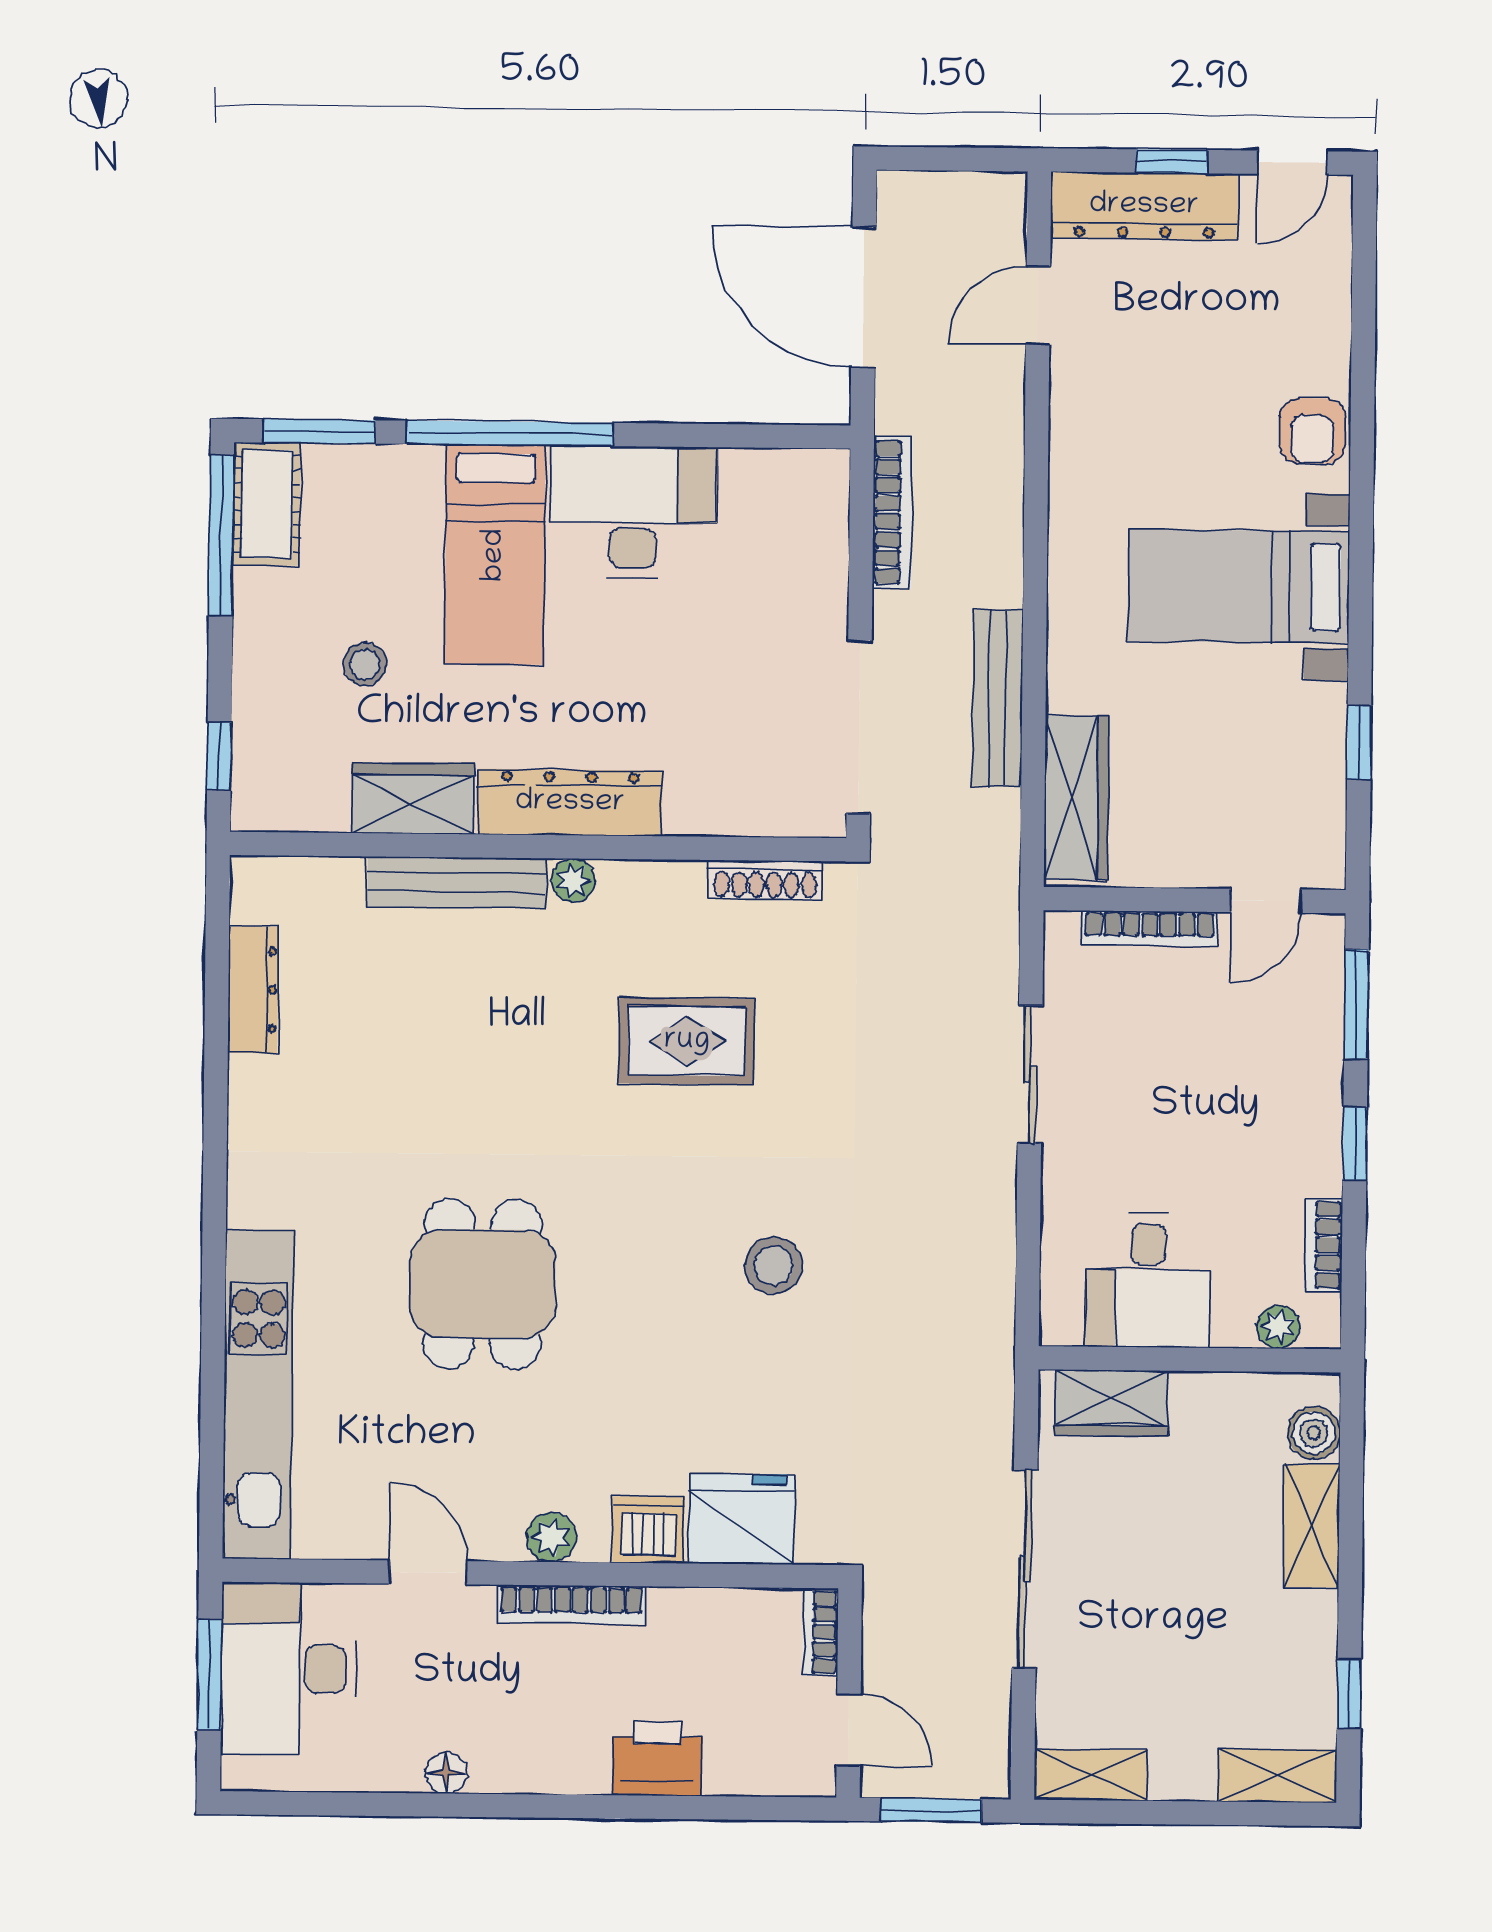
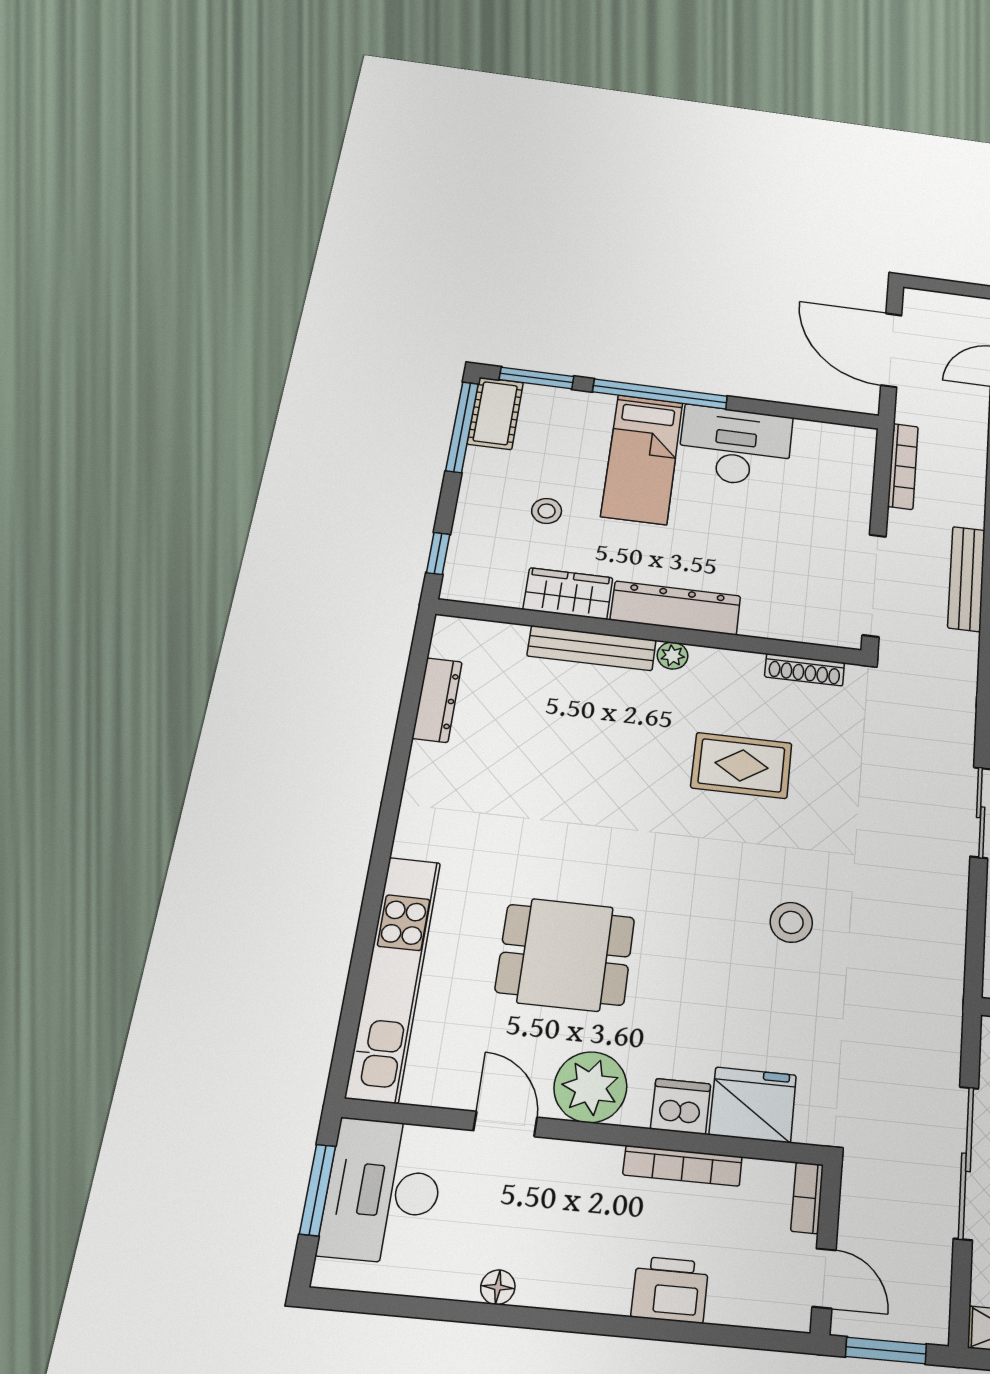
dining table: (482, 1284) -> (565, 955), moved, turned 90
plant: (551, 1537) -> (590, 1087), width x1.87, depth x1.87
bookcase: (571, 1605) -> (683, 1166), moved

